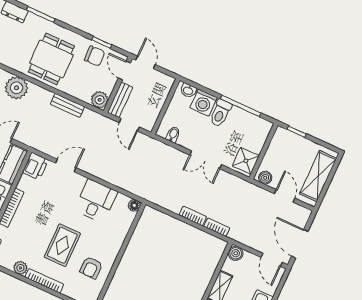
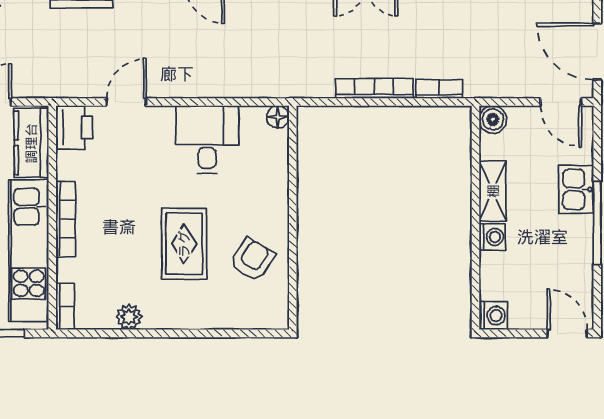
bookcase: (193, 216) -> (374, 88), width x1.56
armchair: (91, 267) -> (252, 260), turned -148
bookcase: (44, 281) -> (181, 320), removed

